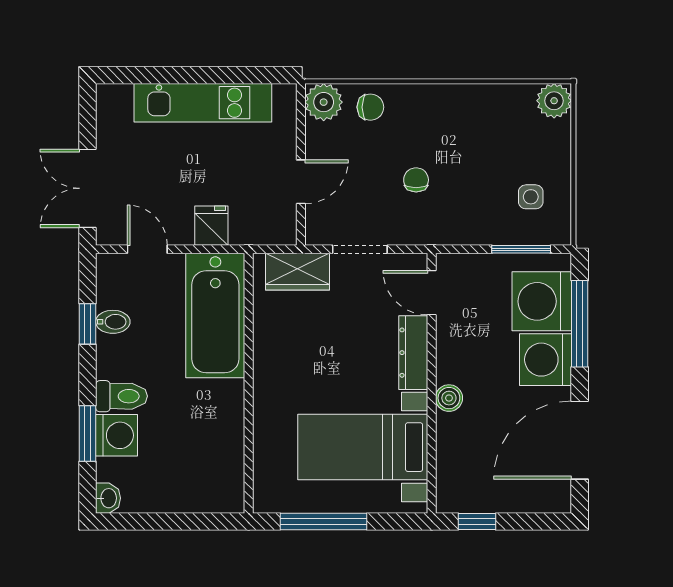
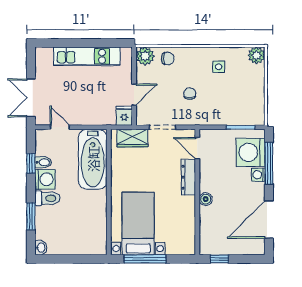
side table: (531, 197) -> (219, 67), moved
fridge: (211, 226) -> (124, 116), moved
washing machine: (545, 360) -> (258, 175), width x0.53, depth x0.53
washing machine: (117, 435) -> (45, 179), moved
bed with nightstands: (363, 447) -> (138, 224), moved, turned 90

